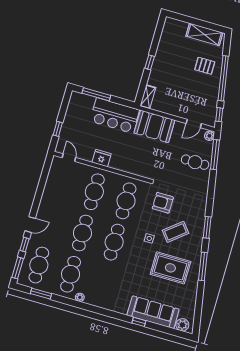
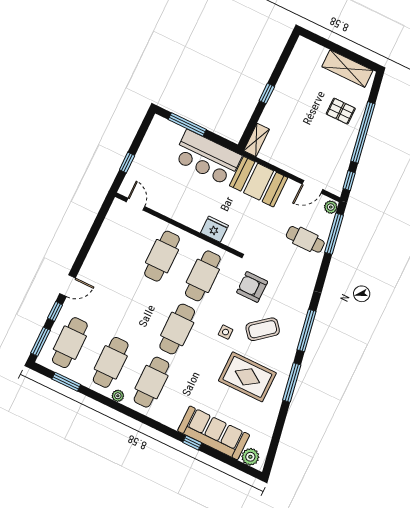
fridge: (102, 158) -> (214, 229), moved
window: (207, 227) -> (307, 330), width x1.44
cafe table: (82, 233) -> (152, 382), moved

